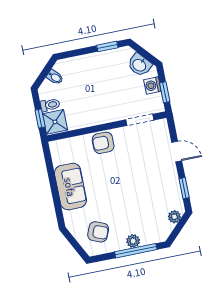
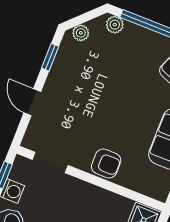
plant: (133, 241) -> (115, 25), moved

